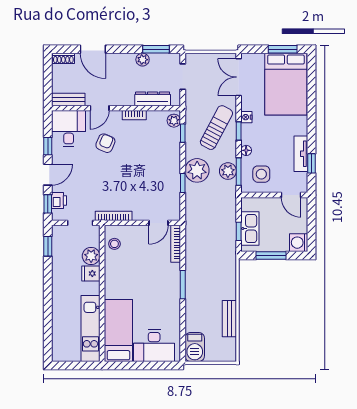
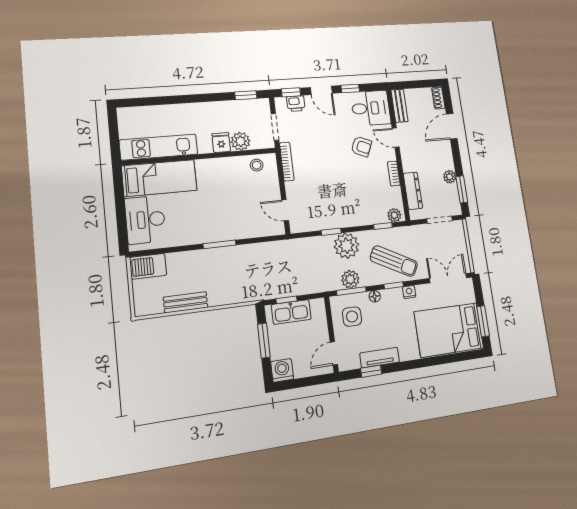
bookcase: (176, 244) -> (264, 231), removed

